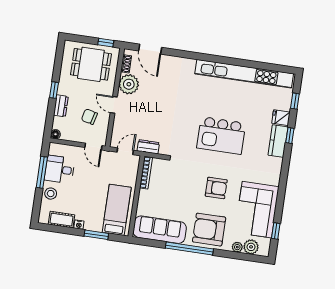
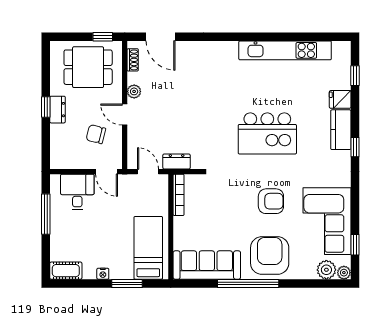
kitchen unit: (244, 74) -> (285, 50), width x0.73
plant: (129, 84) -> (134, 91), width x0.53, depth x0.53
dresser: (61, 106) -> (57, 110), moved
floor lamp: (55, 134) -> (56, 163), removed
window: (290, 135) -> (355, 147), moved
door: (125, 151) -> (148, 172), hinge flipped
desk: (60, 169) -> (77, 192), moved, turned 90
stool: (51, 194) -> (61, 239), removed
cot: (61, 220) -> (66, 271), moved
armchair: (209, 230) -> (270, 255), turned 90
plant: (237, 247) -> (344, 273), moved

